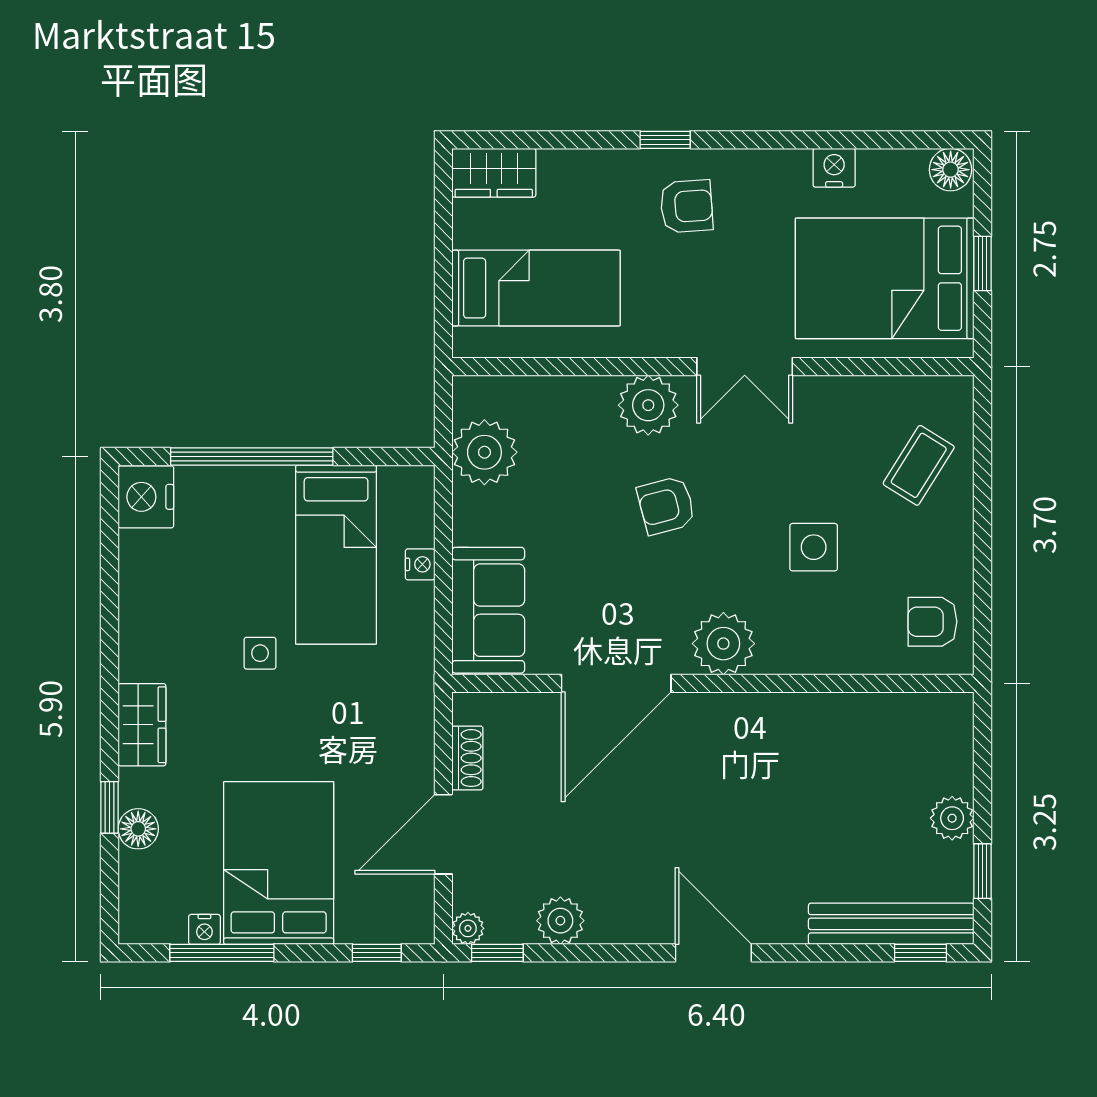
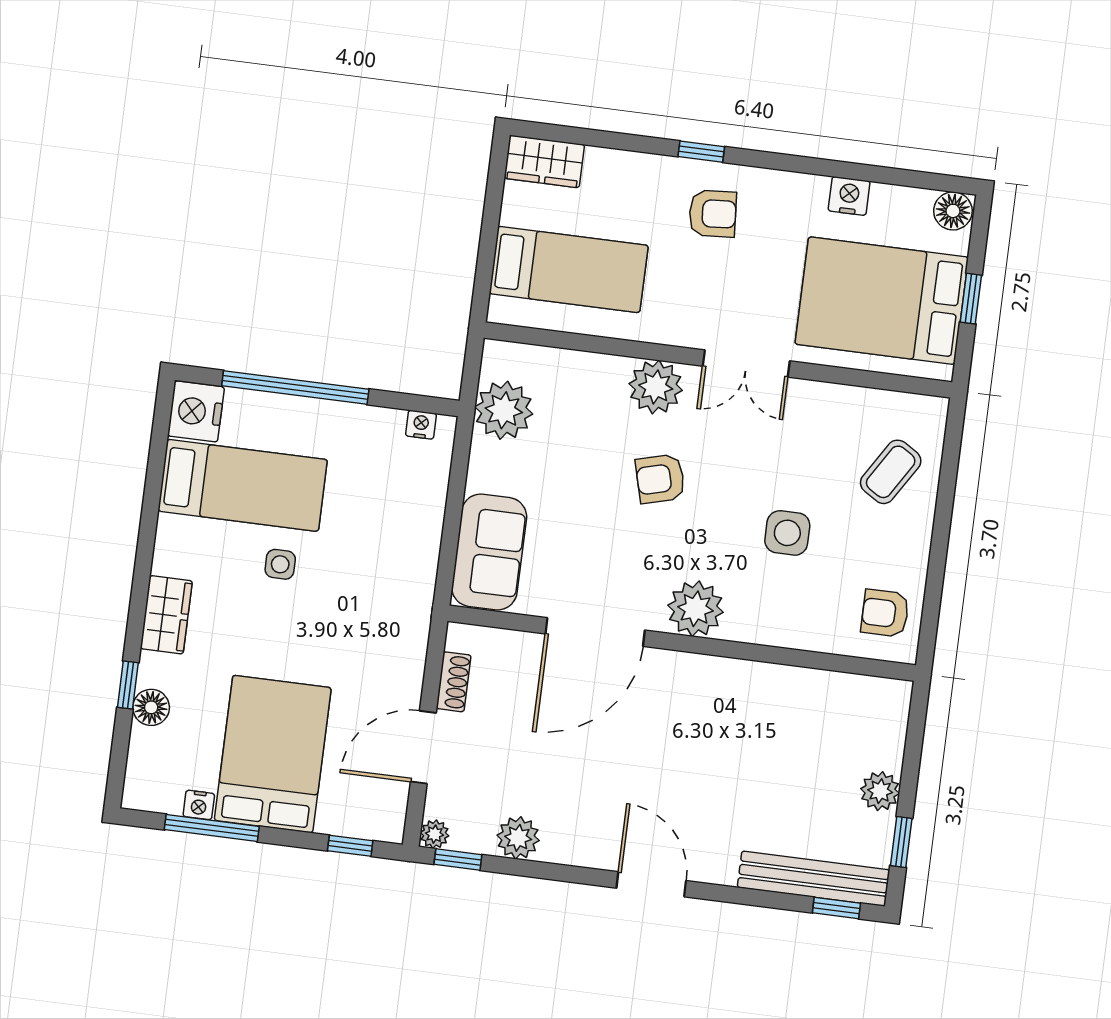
bed: (336, 555) -> (243, 485), moved, turned -90
nightstand: (420, 564) -> (421, 425), moved, turned -90

